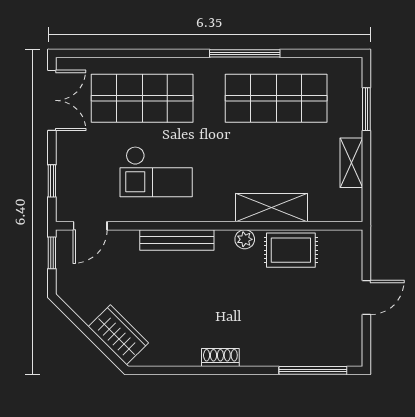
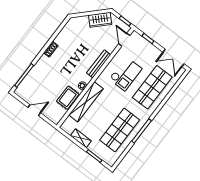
checkout: (156, 172) -> (125, 74), turned 180
shelving: (271, 208) -> (86, 102), width x1.47
door: (366, 297) -> (34, 110), swing flipped
wardrobe: (118, 335) -> (100, 20), moved

